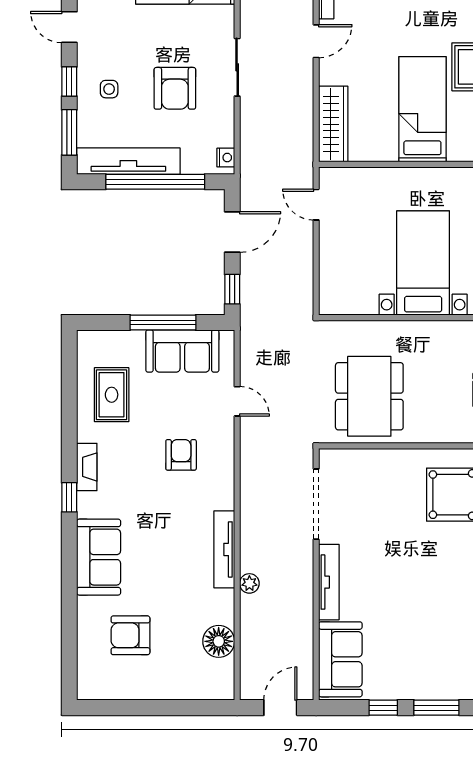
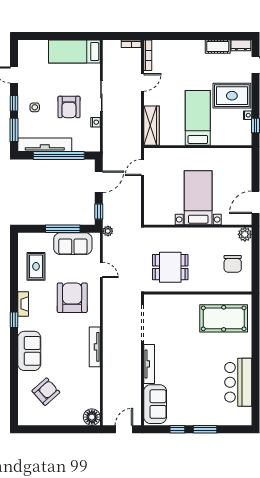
nightstand: (226, 158) -> (95, 122), moved
door: (316, 205) -> (143, 167), hinge flipped
dining table: (369, 396) -> (170, 267), width x0.73
armchair: (181, 455) -> (72, 298), width x1.88, depth x1.88
plant: (249, 583) -> (108, 231), moved
armchair: (130, 635) -> (46, 392), turned 138
floor lamp: (219, 641) -> (92, 417), moved

